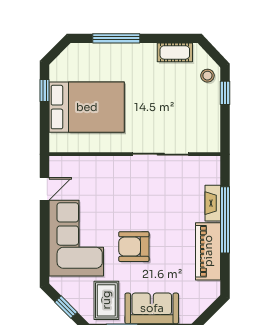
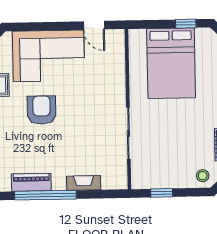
window: (225, 93) -> (162, 193), moved
window: (225, 220) -> (45, 195), moved
piano: (208, 251) -> (31, 182), width x0.73, depth x0.75

